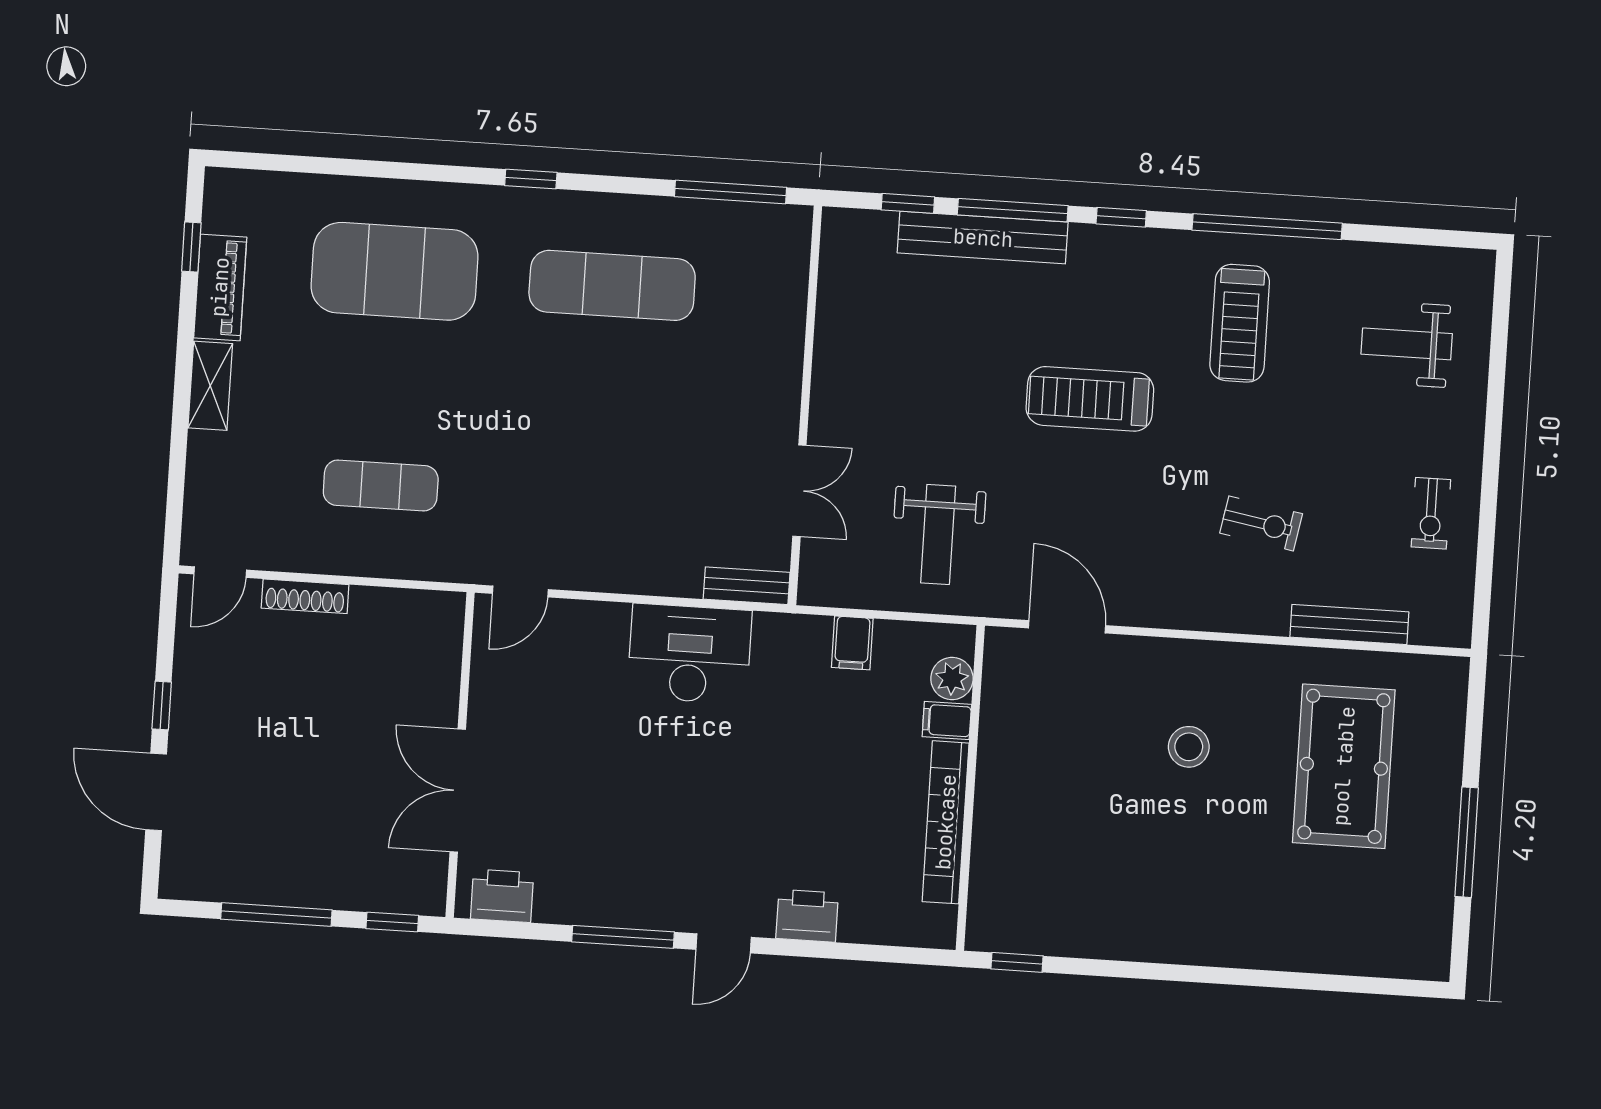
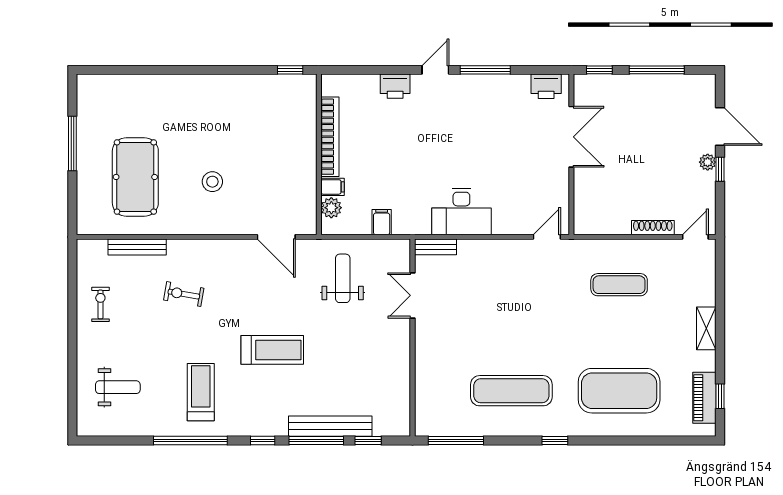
piano: (220, 287) -> (704, 398), moved
plant: (186, 722) -> (708, 162), added

